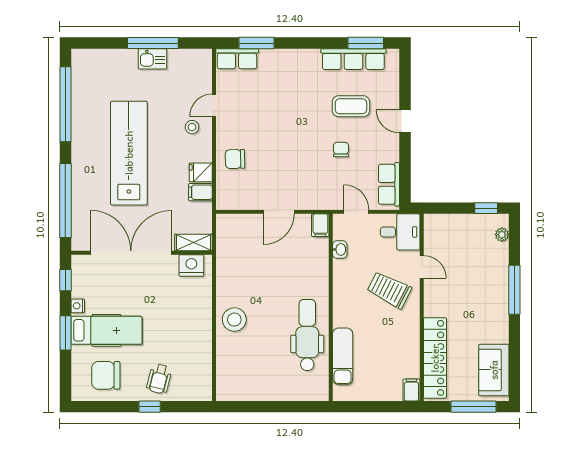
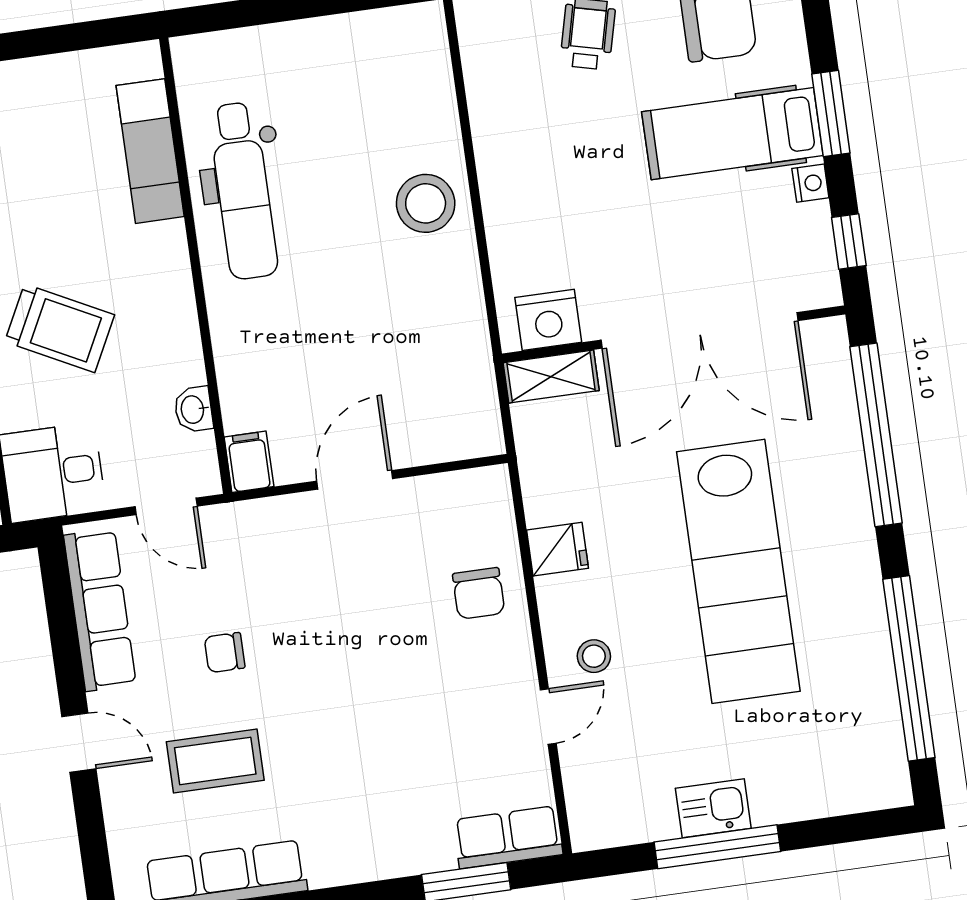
chair: (341, 150) -> (225, 653), turned 90
chair: (235, 159) -> (479, 593), turned 91
row of seats: (389, 184) -> (100, 610), width x1.48
filing cabinet: (200, 192) -> (551, 501), removed

